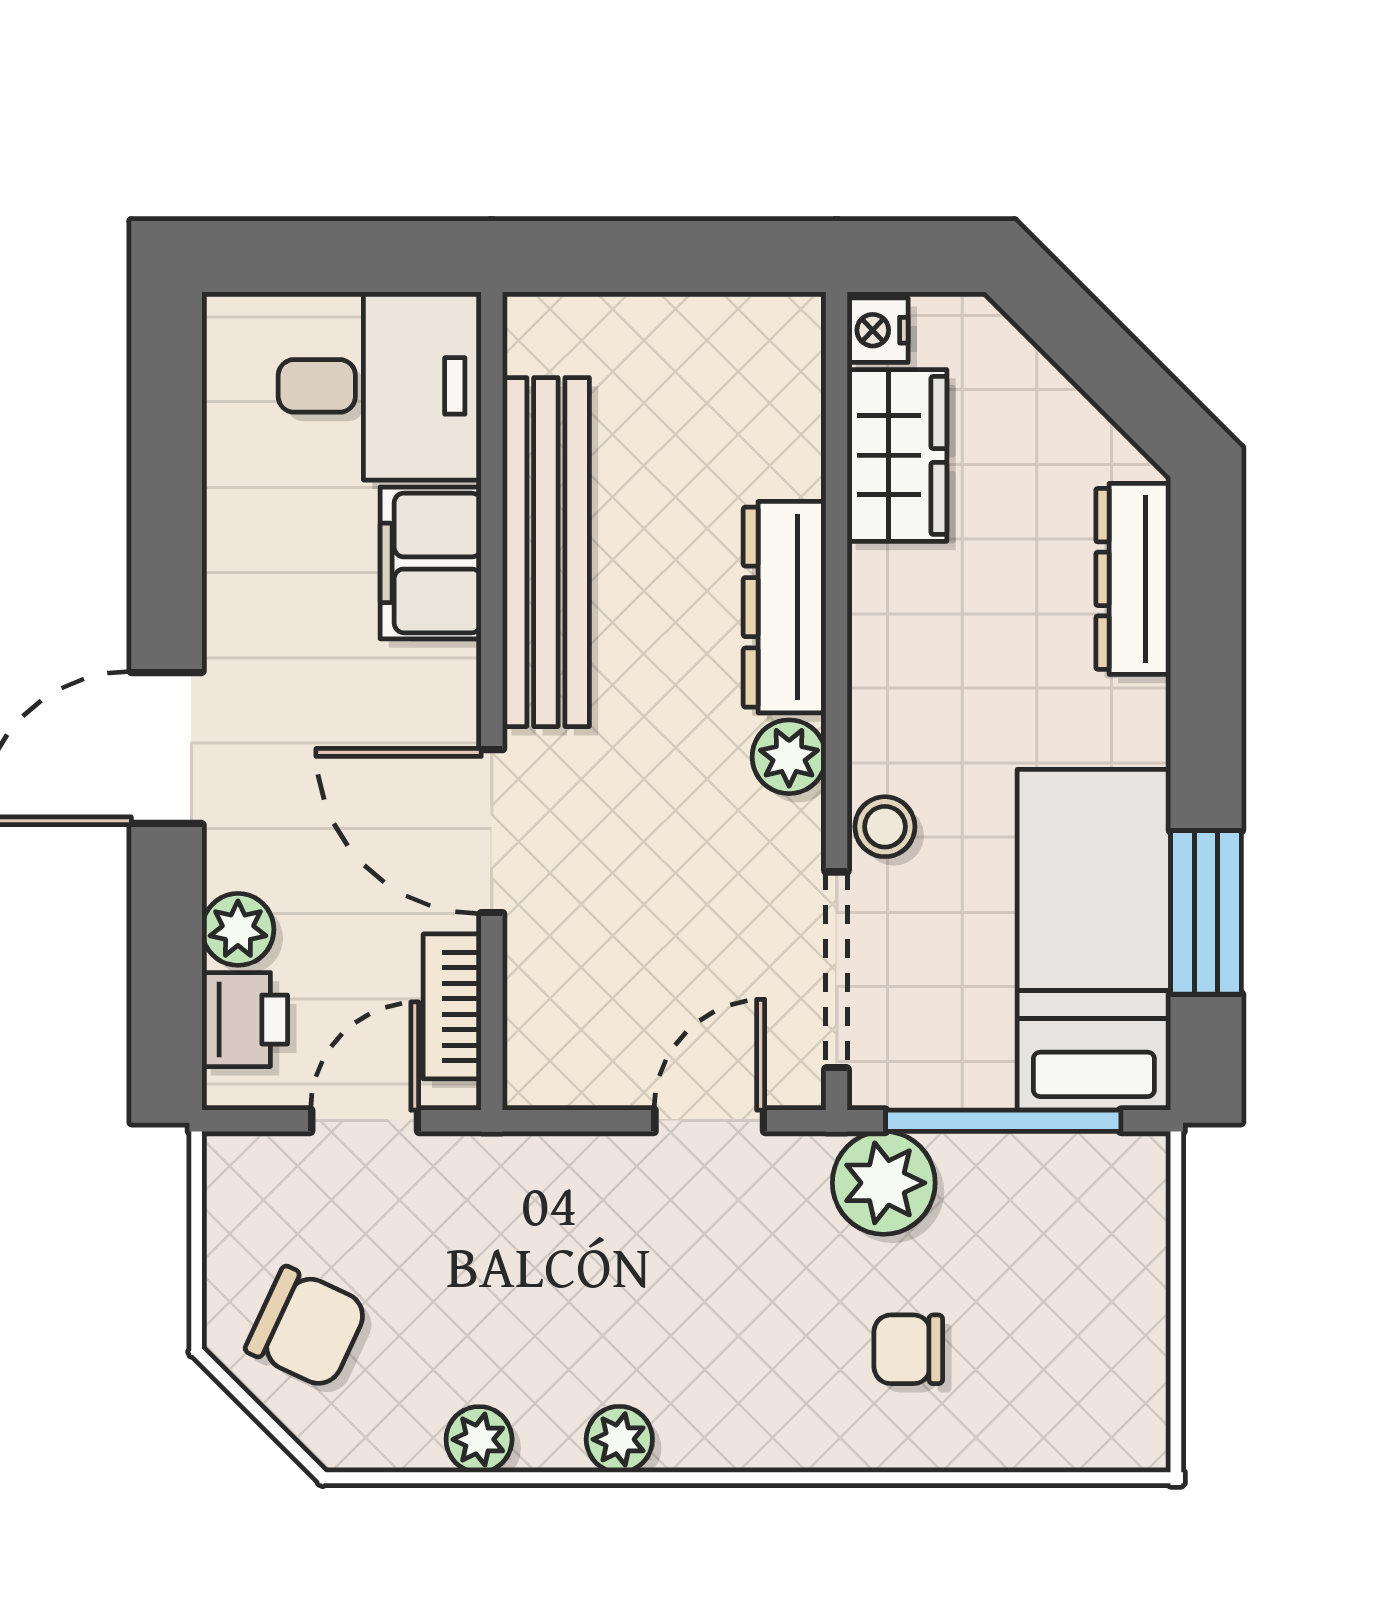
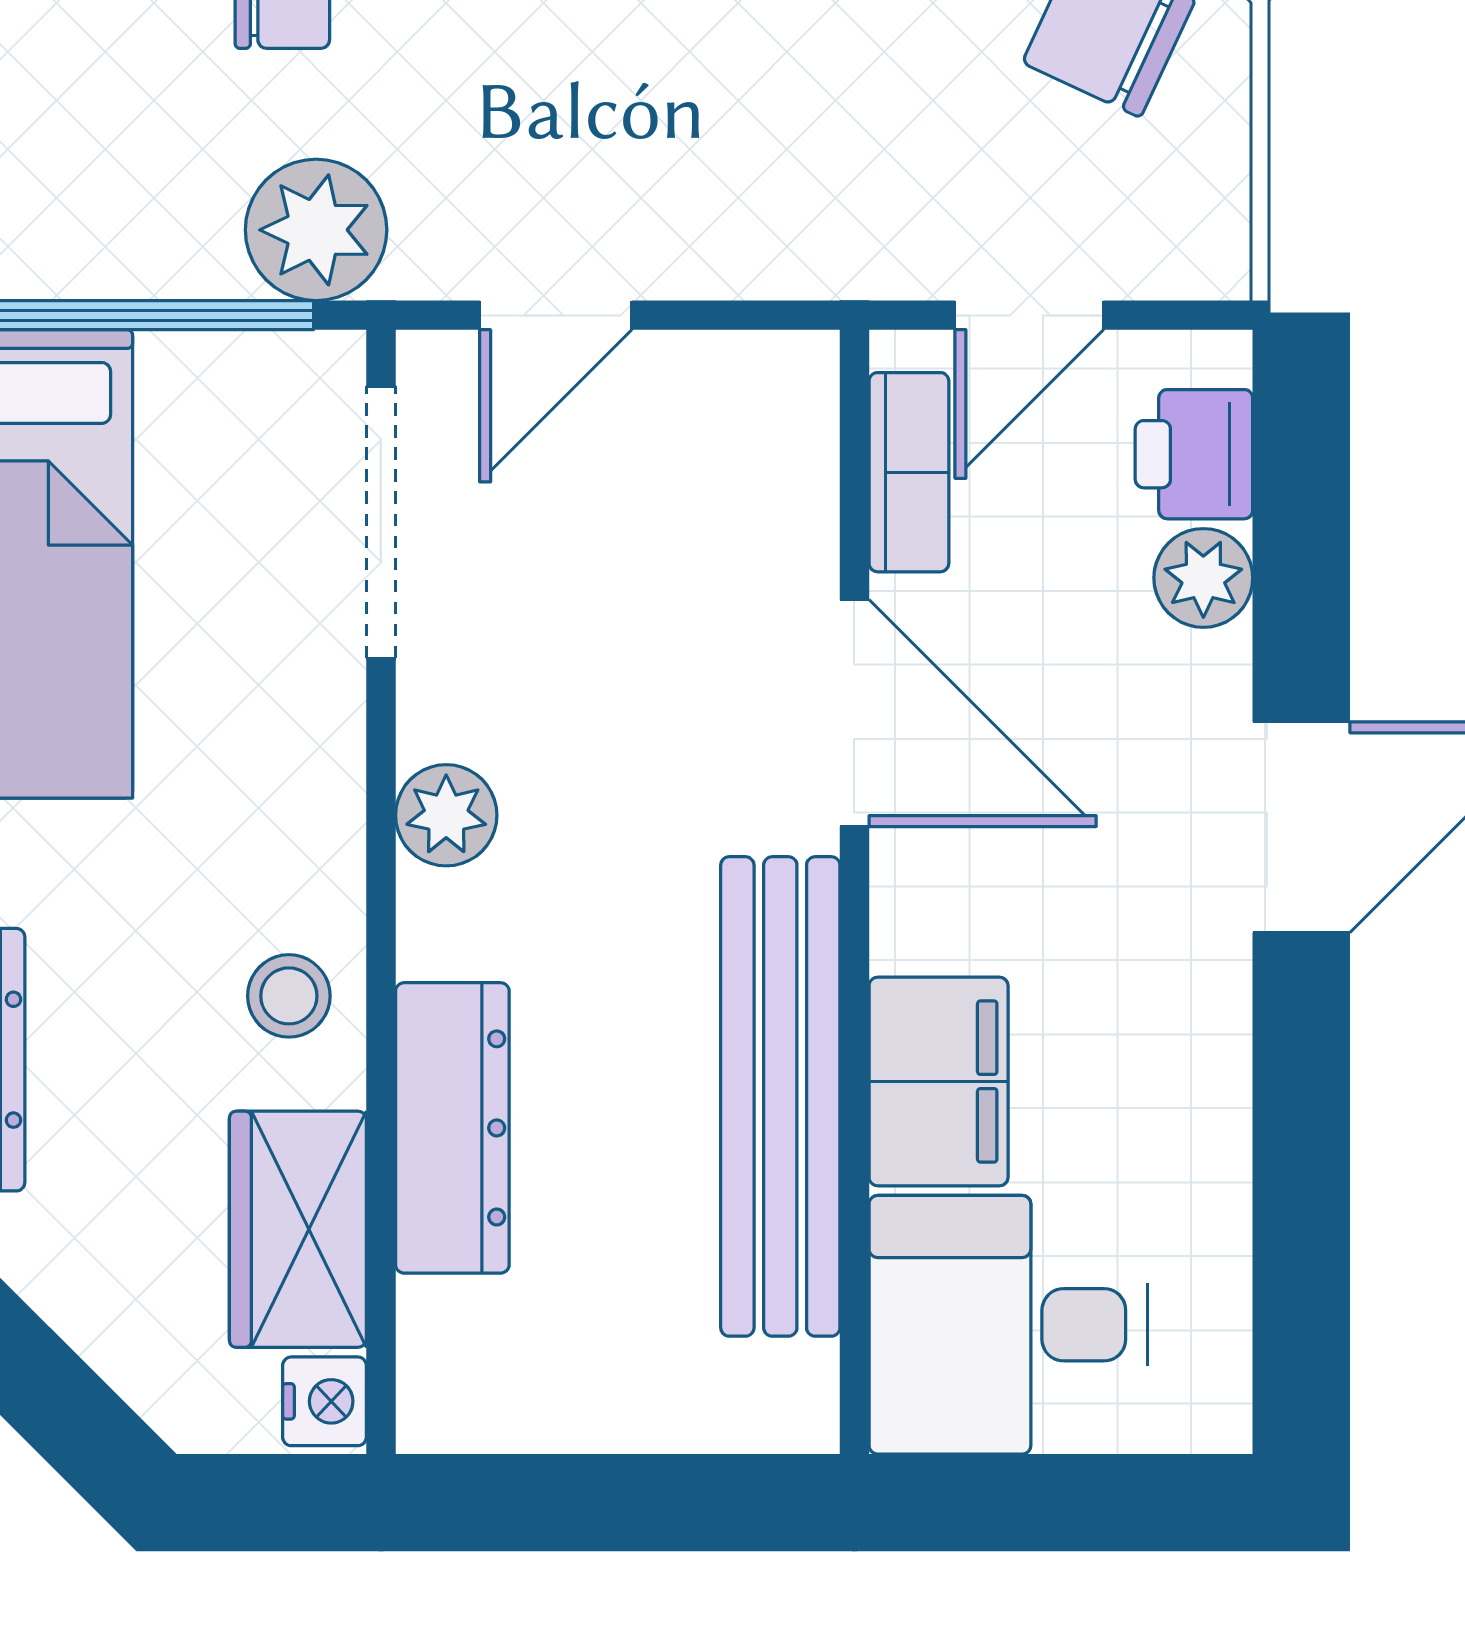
dresser: (785, 607) -> (452, 1128), moved
stool: (885, 827) -> (289, 996), moved

